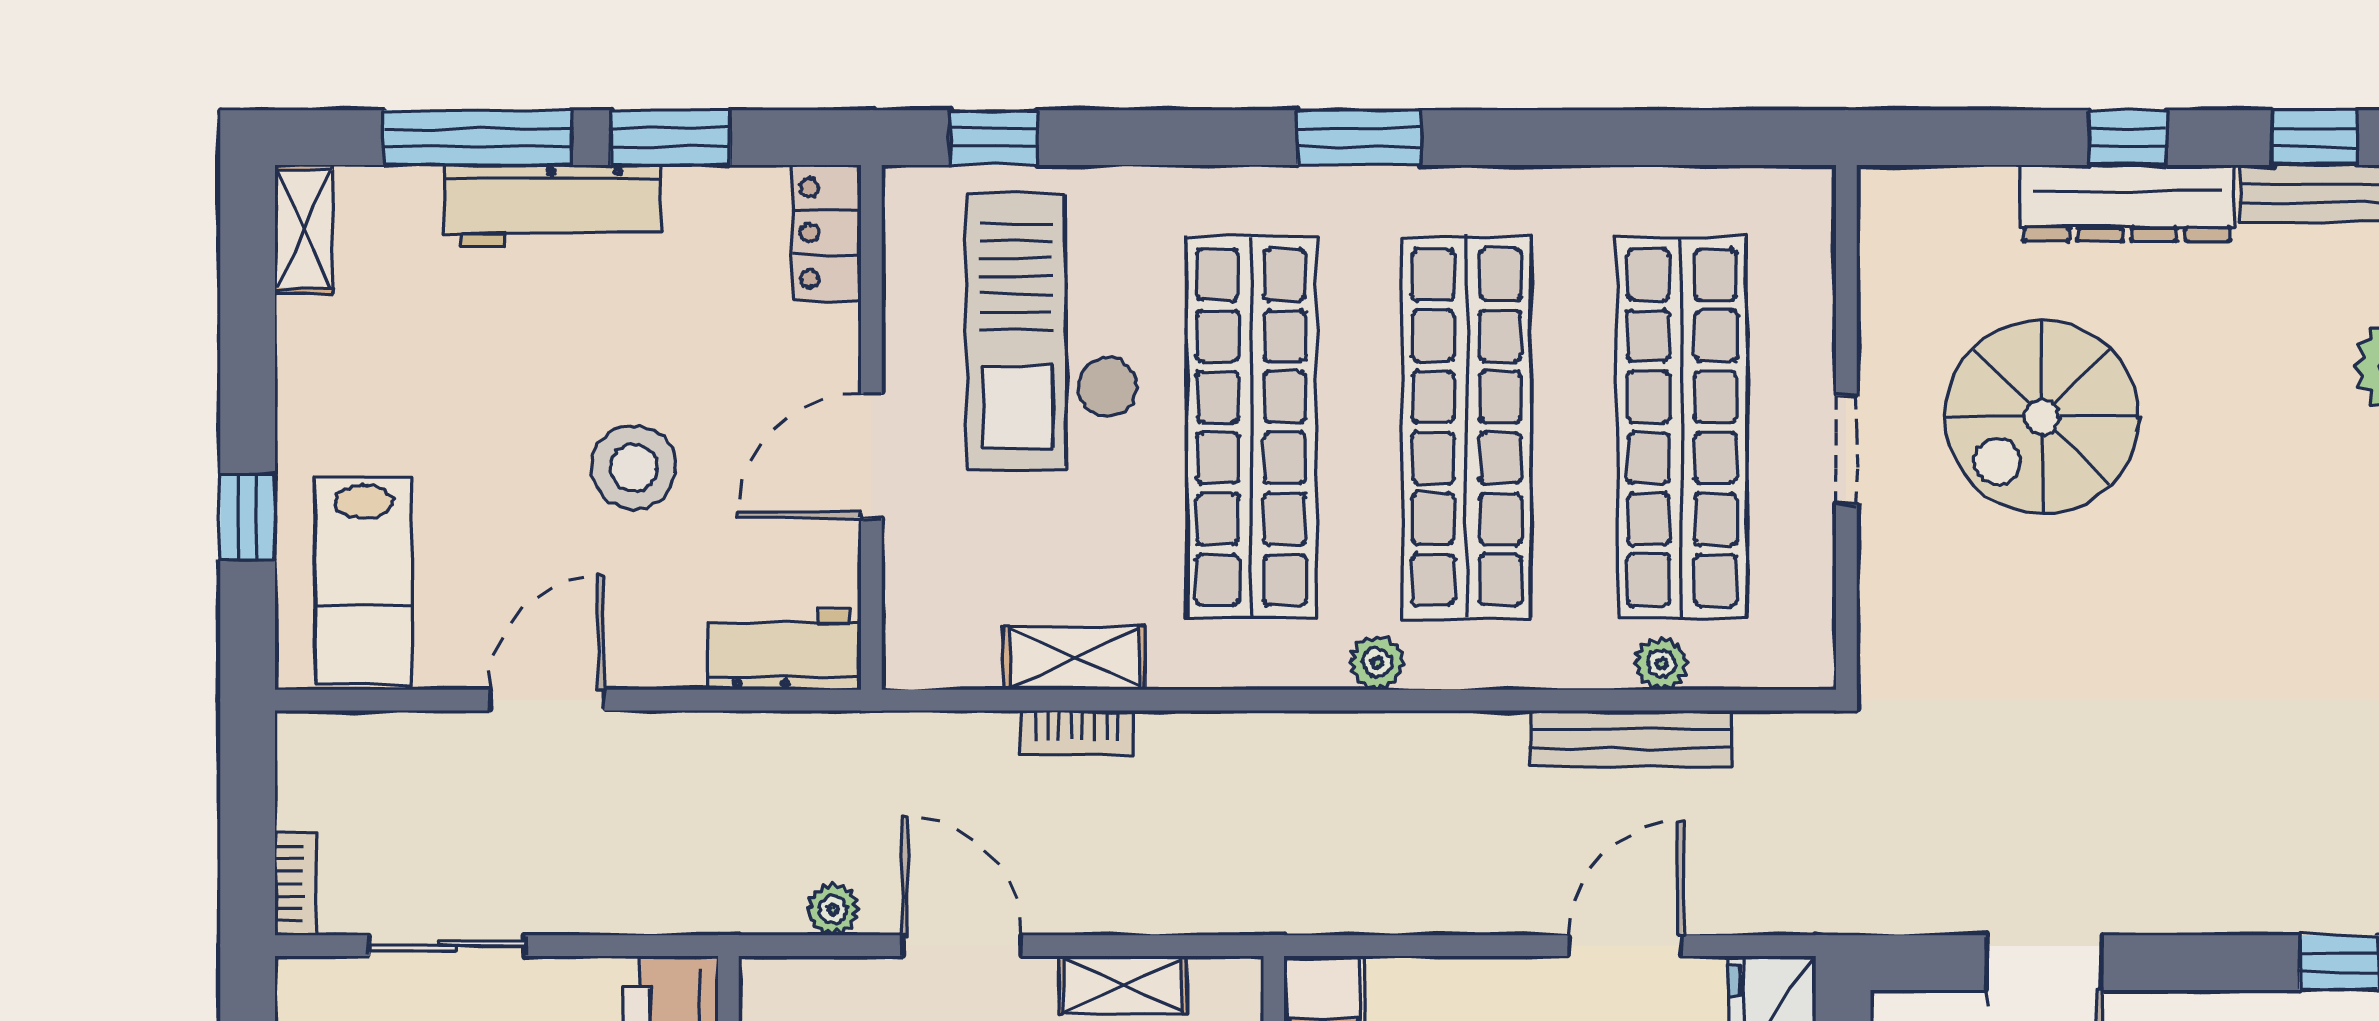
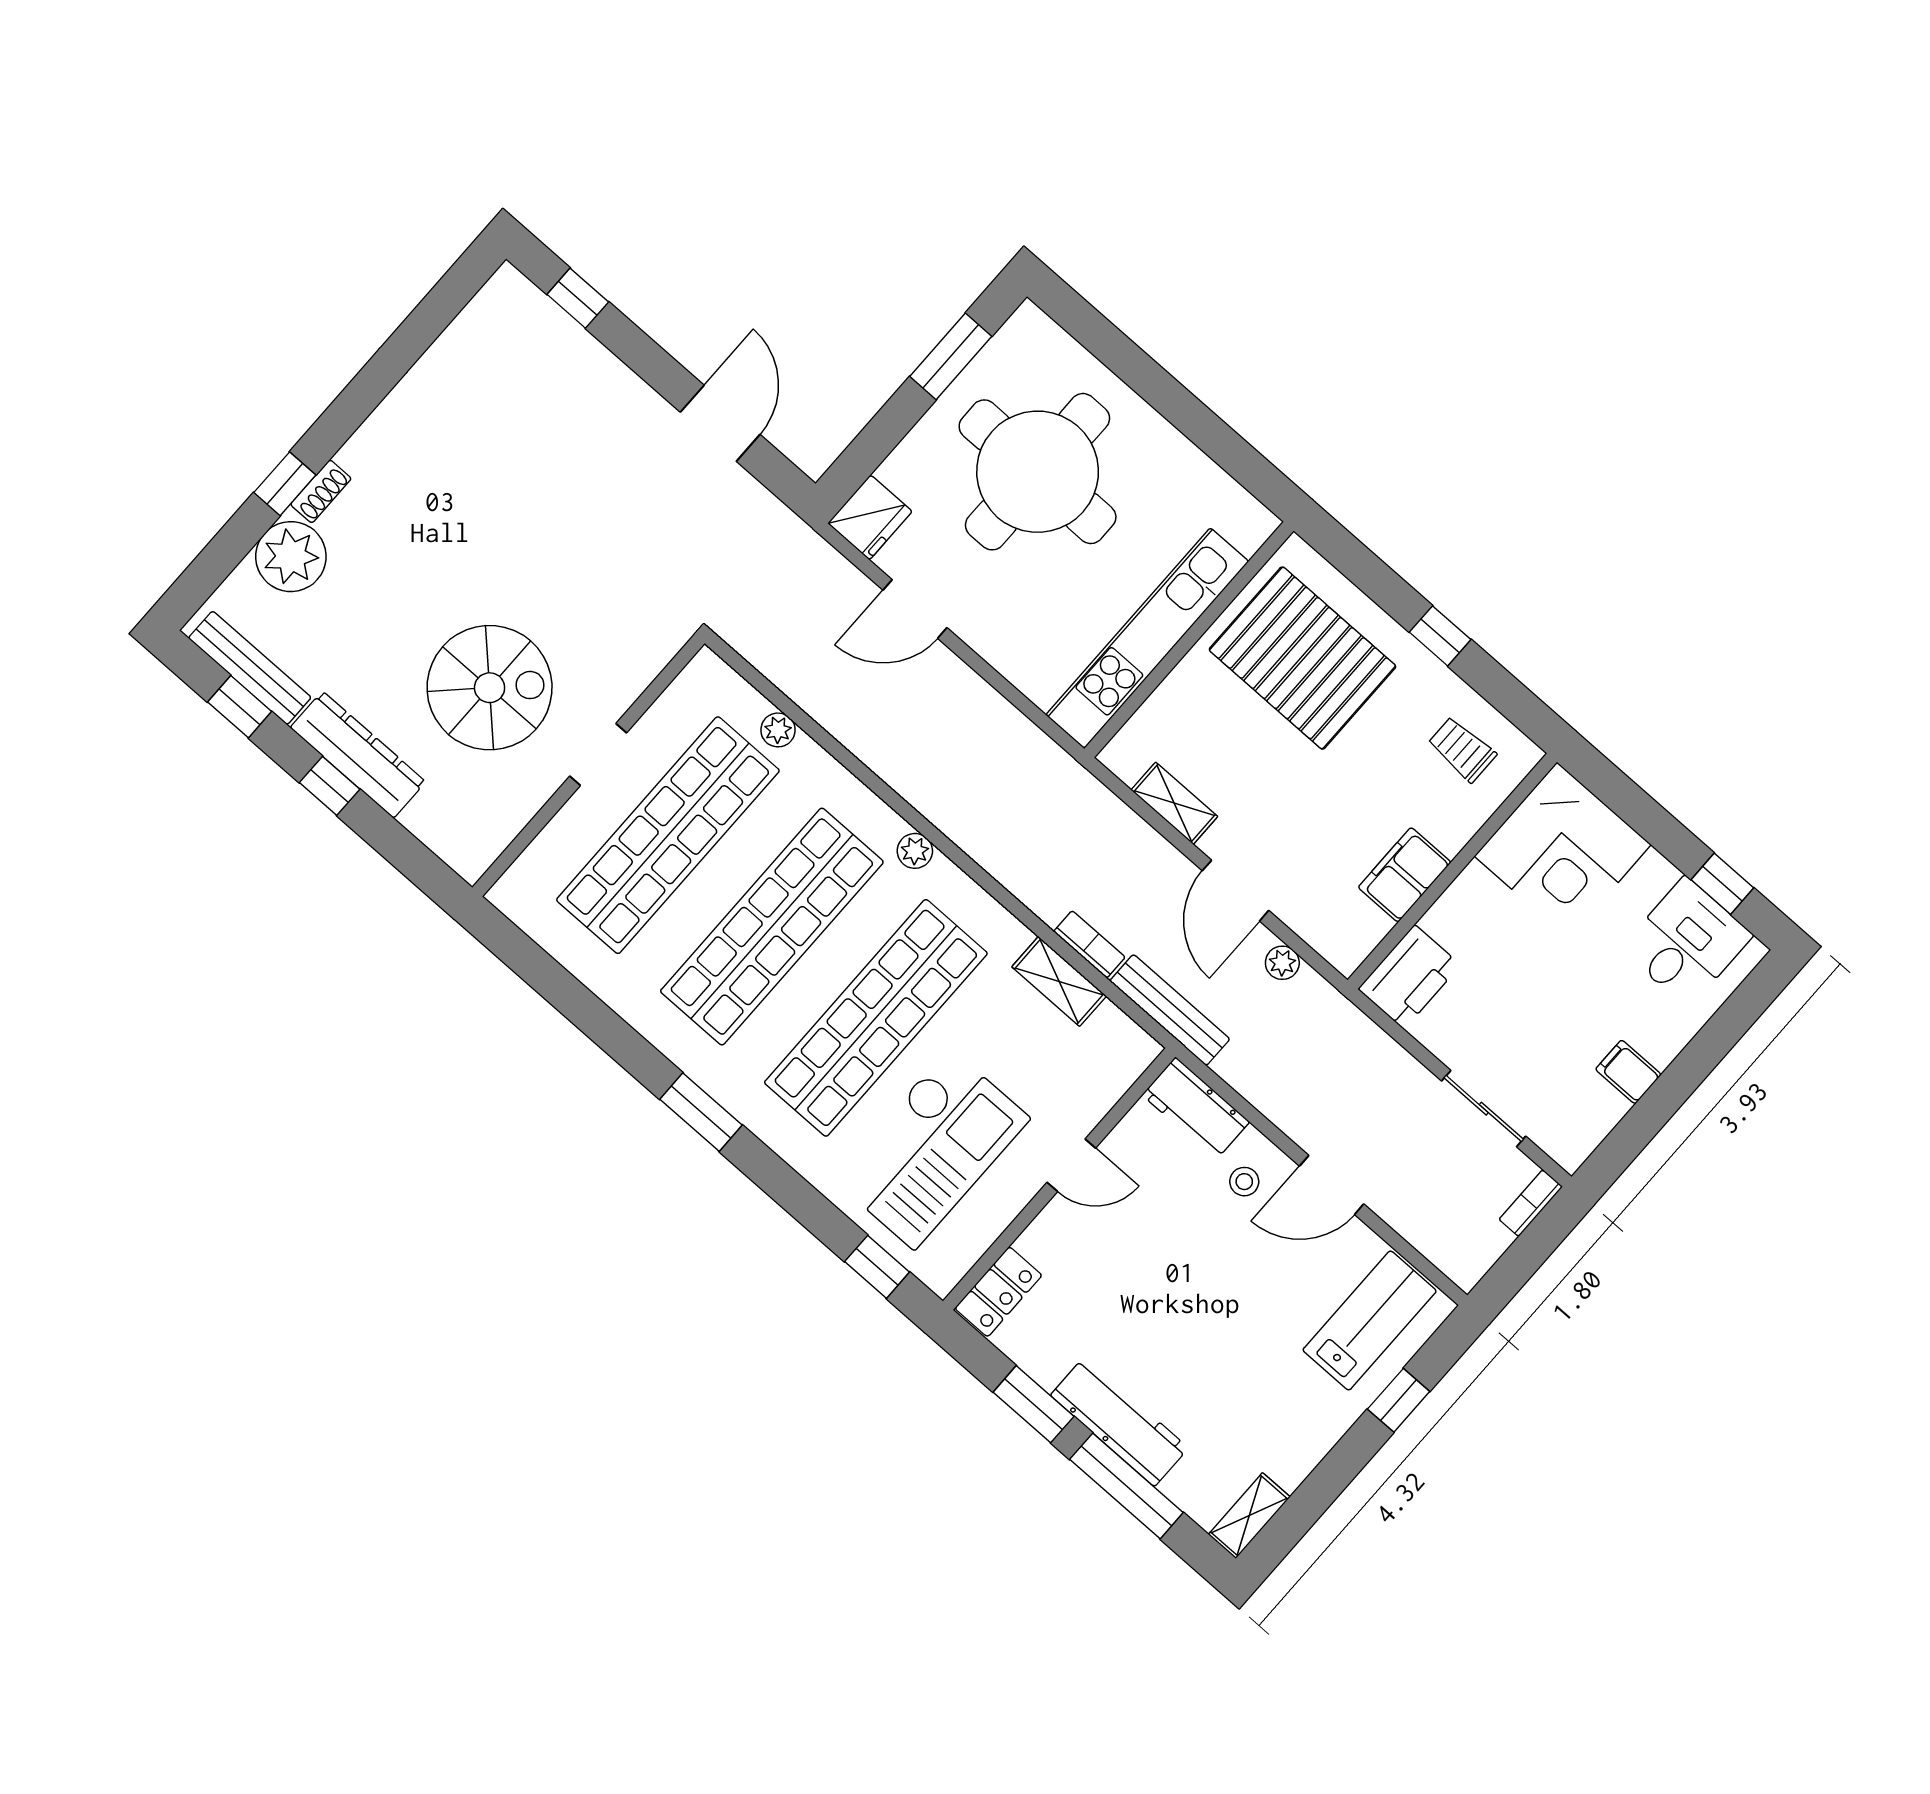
door: (871, 456) -> (1071, 1165), width x0.73
stool: (634, 468) -> (1244, 1182), moved, width x0.53, depth x0.53
bench: (1631, 738) -> (1170, 1010), moved

